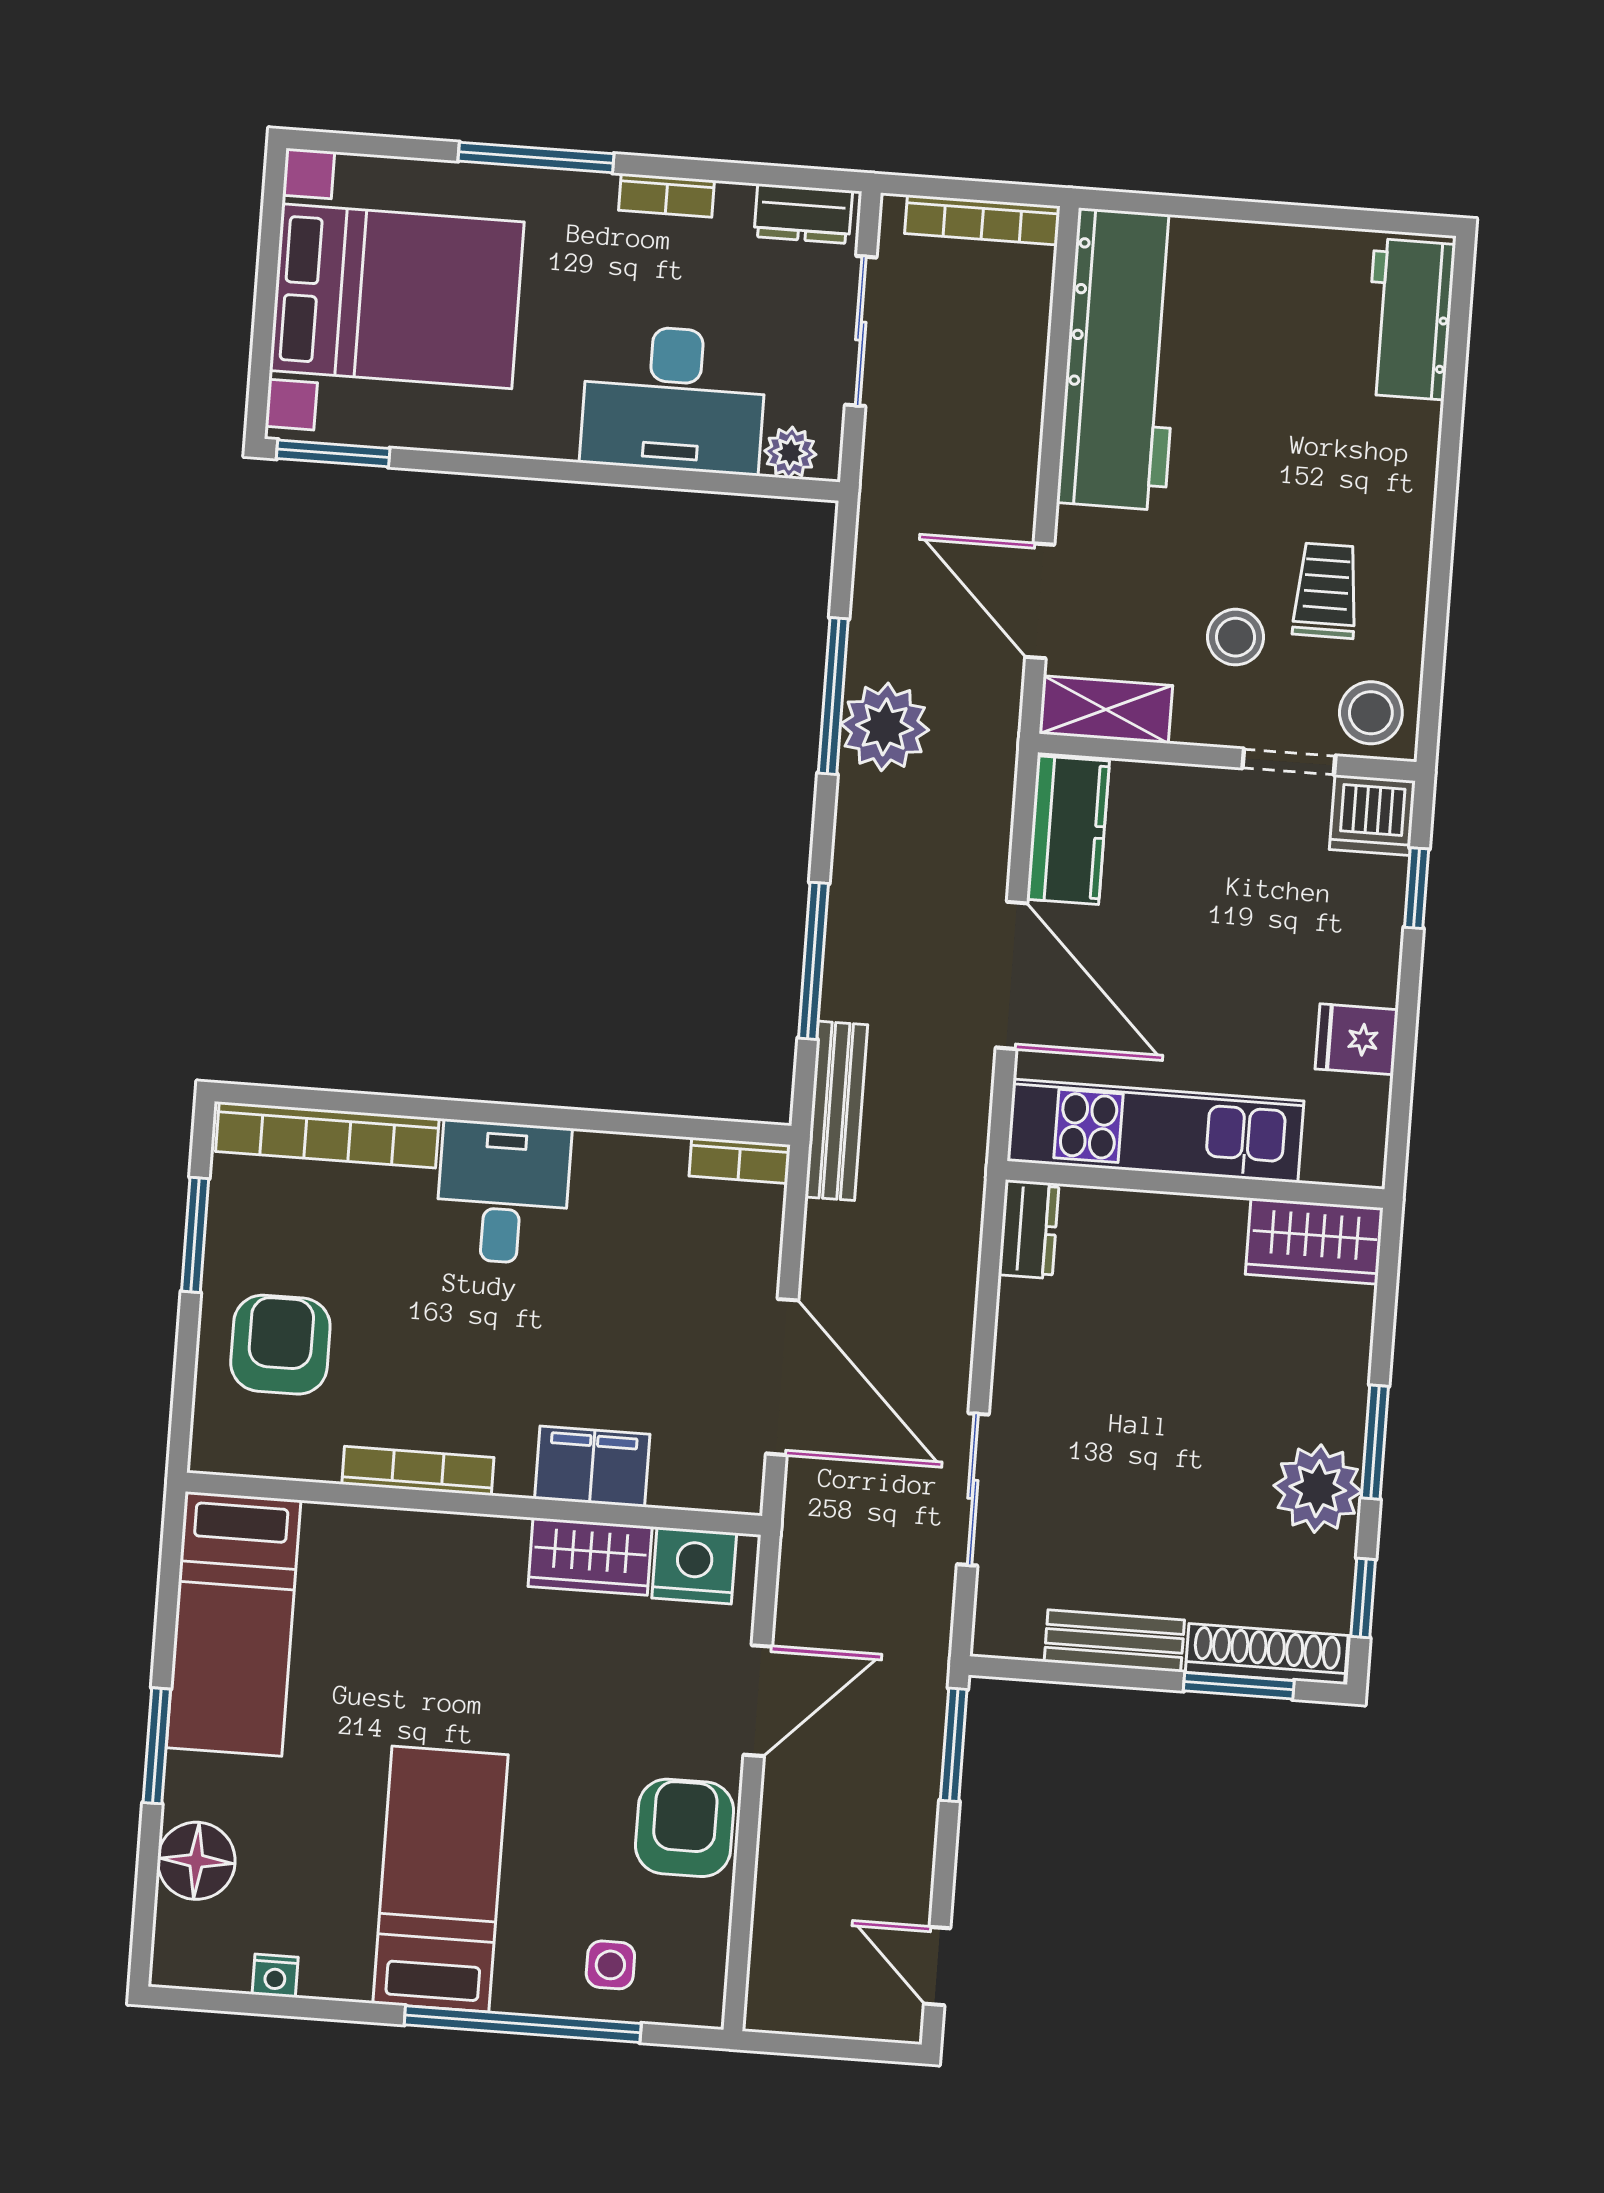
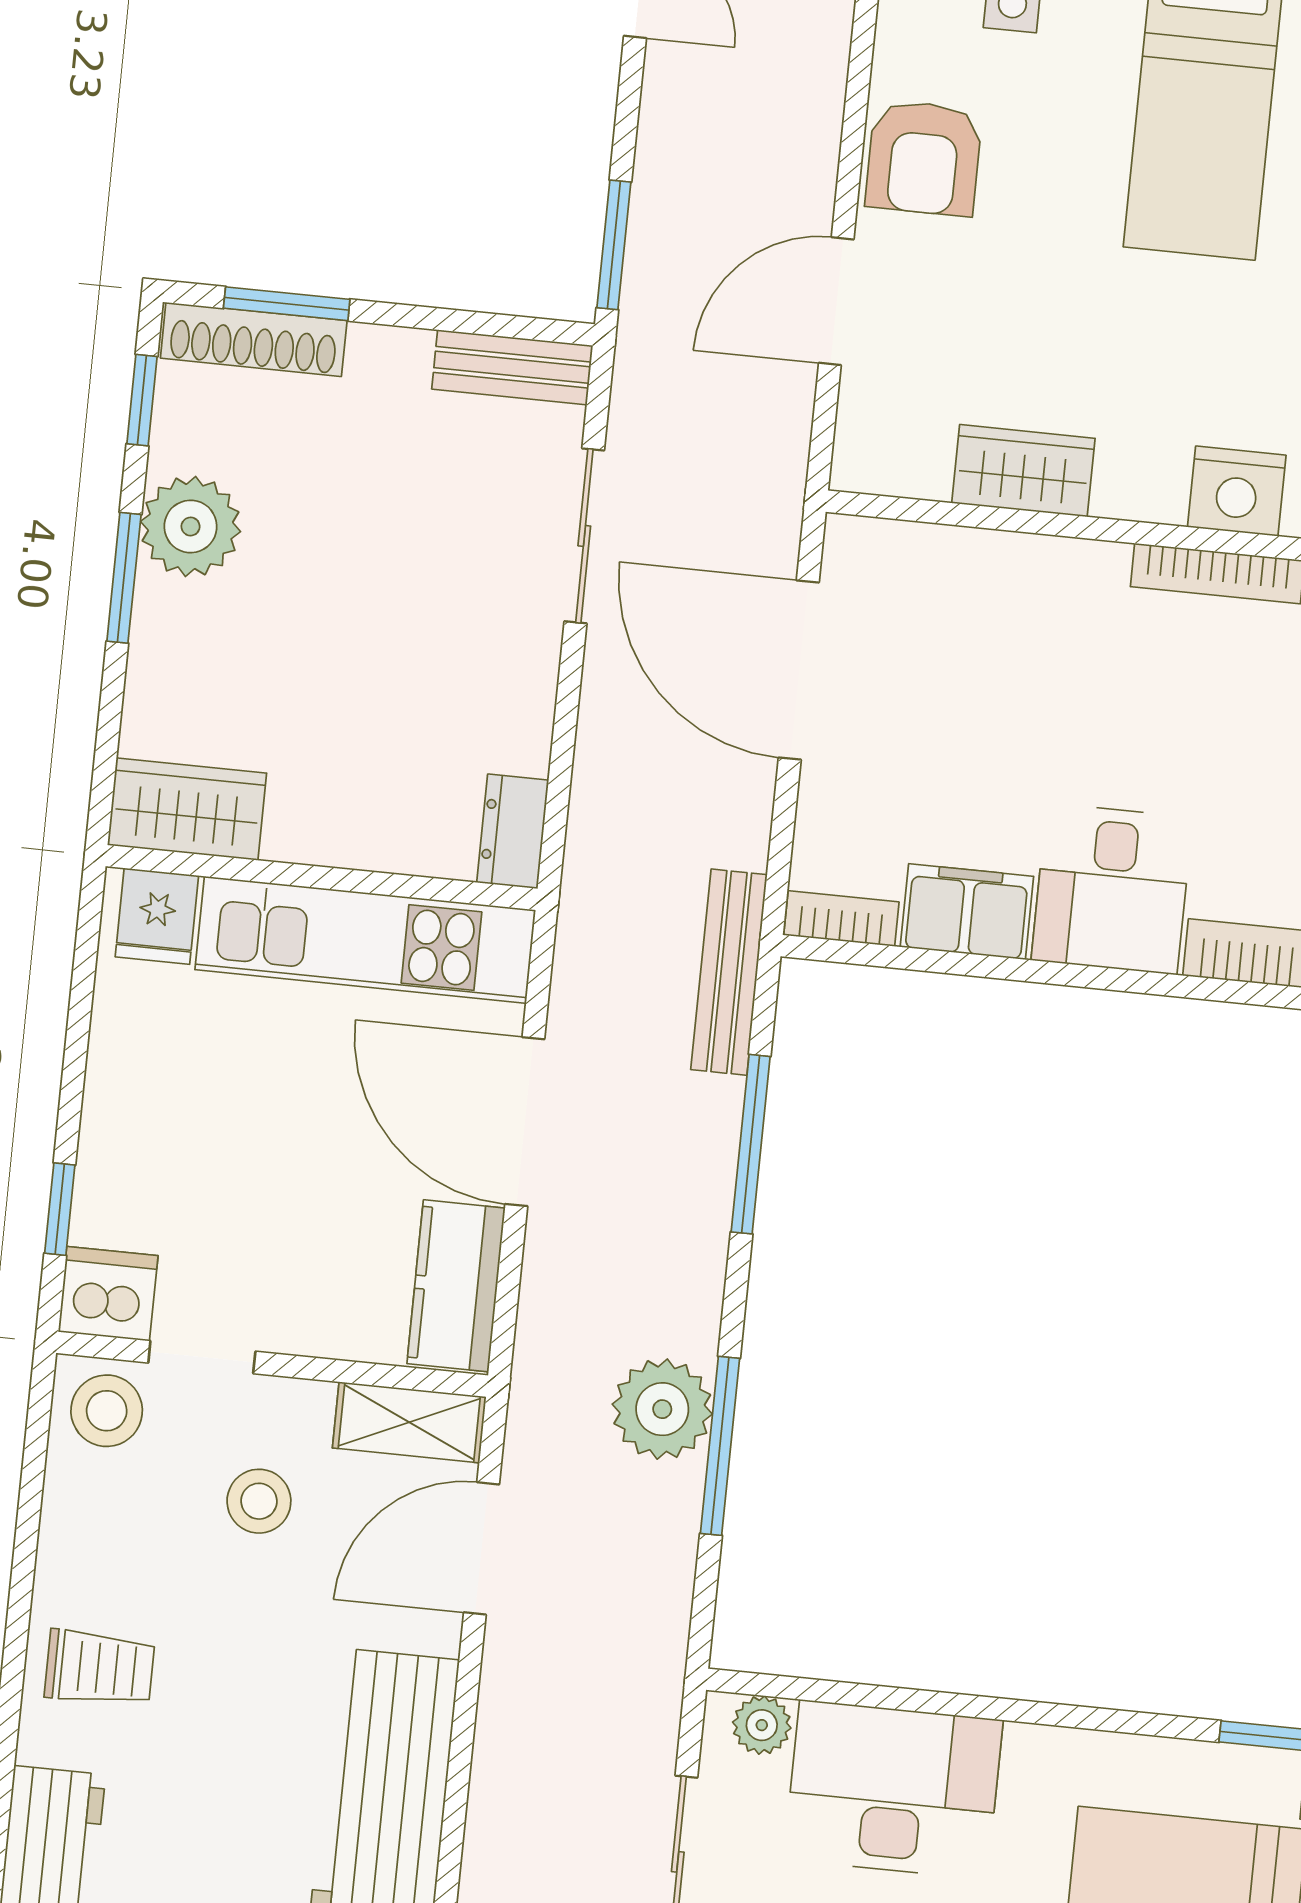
trolley: (1326, 591) -> (100, 1668), moved, turned -90
door: (1040, 601) -> (481, 1548), swing flipped
fridge: (1357, 1039) -> (157, 916), moved, turned 90
filing cabinet: (592, 1466) -> (967, 912), moved, turned 180
nightstand: (694, 1565) -> (1237, 491), moved
bench: (1114, 1641) -> (512, 367), moved

